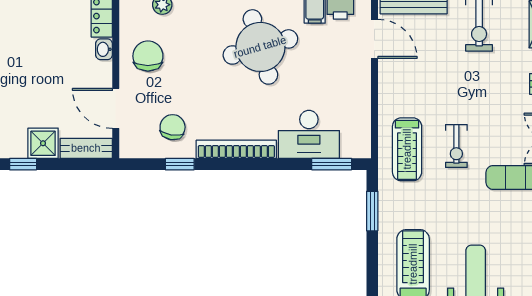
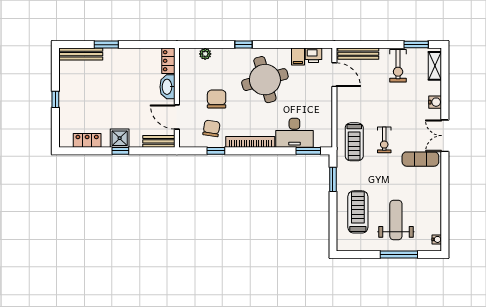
washbasin: (104, 49) -> (167, 87), width x1.91, depth x1.45
chair: (148, 56) -> (217, 99), moved
shower: (43, 143) -> (120, 138), moved

